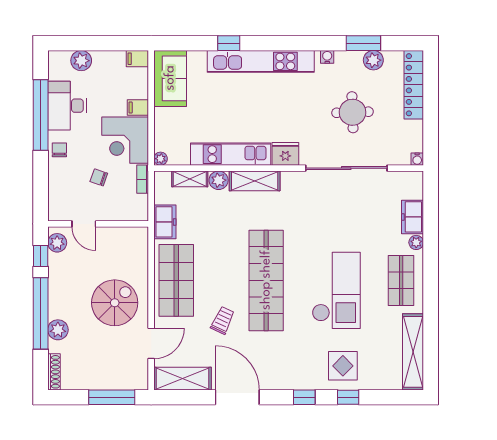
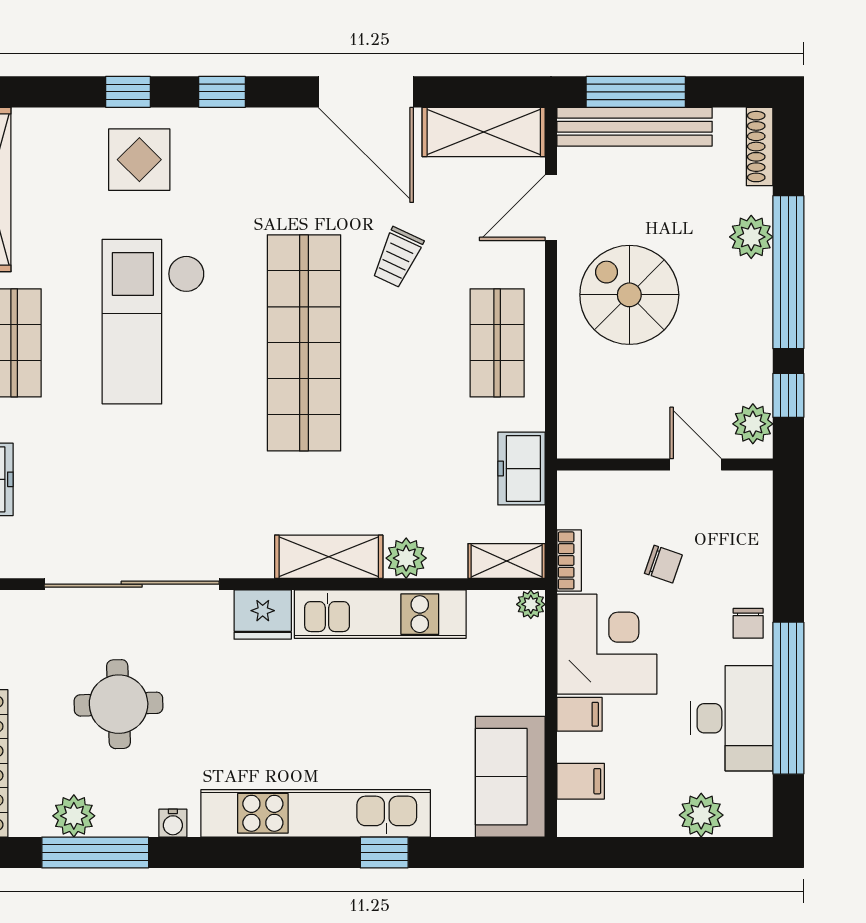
window: (363, 43) -> (95, 852), width x1.44
filing cabinet: (137, 59) -> (581, 781), moved
shelving: (190, 179) -> (507, 561), moved
shop shelf: (176, 280) -> (497, 343), width x0.70, depth x0.74
spiral stairs: (115, 303) -> (629, 295), turned 90
bench: (112, 381) -> (634, 127), added

